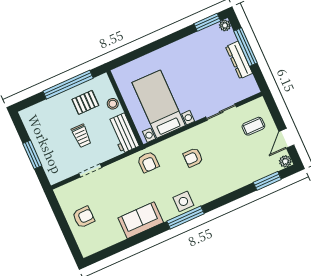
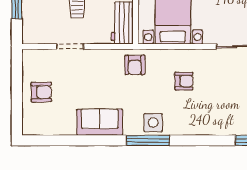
armchair: (193, 158) -> (184, 81), turned 180

